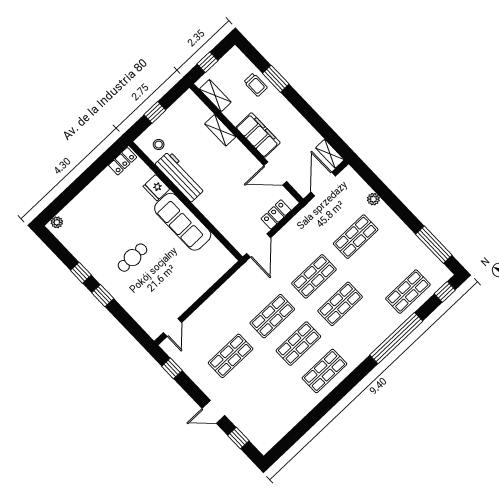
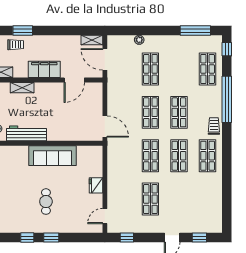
fridge: (156, 188) -> (96, 185), moved, turned 90
locker: (276, 214) -> (97, 101), removed
door: (173, 328) -> (105, 216), swing flipped
trolley: (359, 350) -> (214, 126), added

